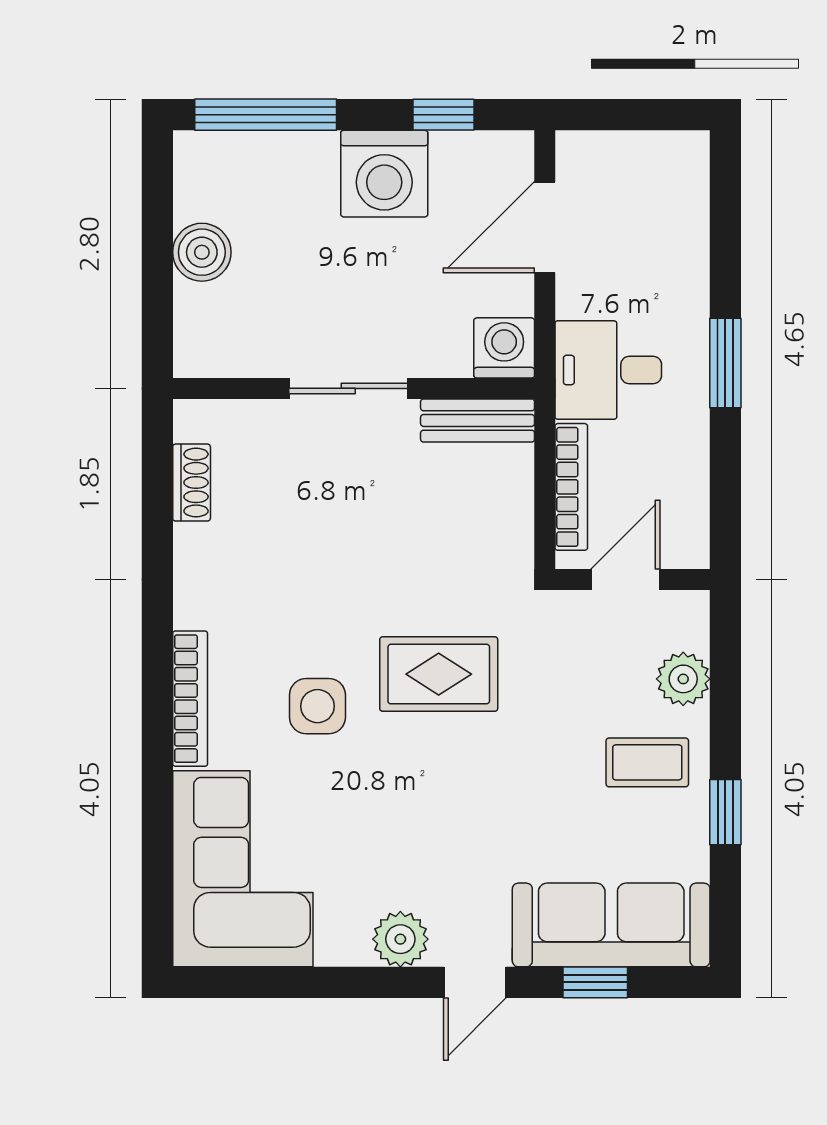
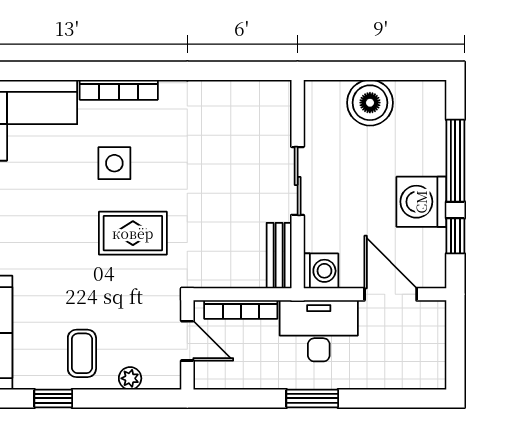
window: (266, 115) -> (455, 161), moved
boiler: (202, 252) -> (370, 103), width x1.37, depth x1.37
desk: (608, 370) -> (319, 331), width x1.37
shoe rack: (192, 483) -> (243, 91), removed
rug: (439, 674) -> (133, 233), turned 90
plant: (683, 679) -> (130, 378), width x0.73, depth x0.73

